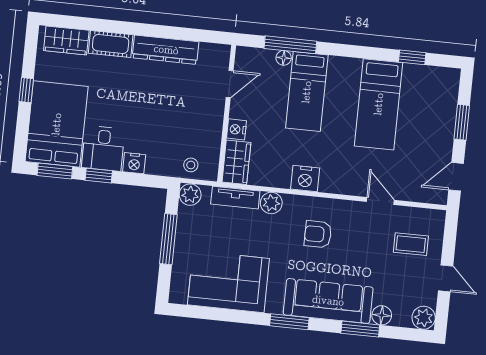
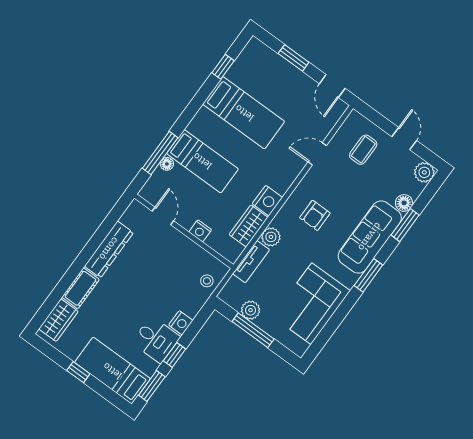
bed: (57, 124) -> (112, 371), width x0.67
wardrobe: (236, 162) -> (249, 226), moved, turned -90
plant: (190, 195) -> (251, 310), moved
door: (446, 278) -> (404, 139), hinge flipped

